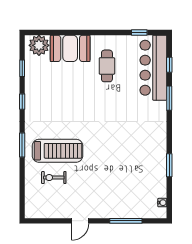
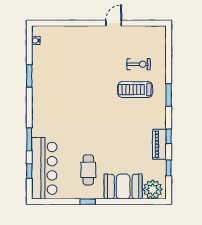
window: (139, 32) -> (88, 202), moved
piano: (32, 93) -> (159, 144), added
treadmill: (58, 151) -> (135, 90), width x0.73, depth x0.73
window: (126, 221) -> (70, 23), removed

